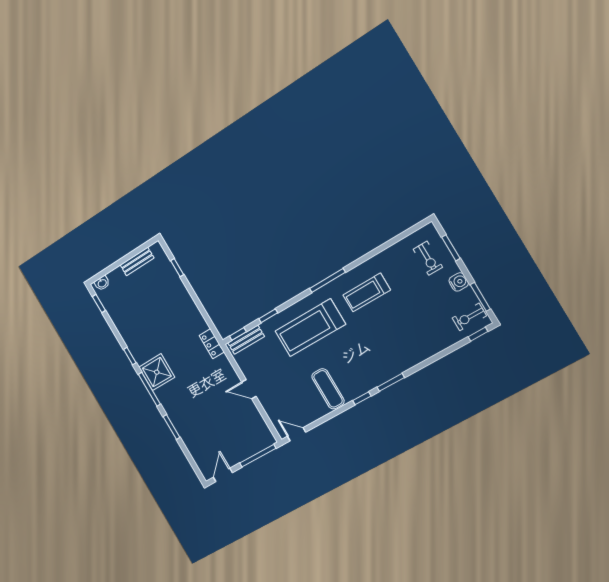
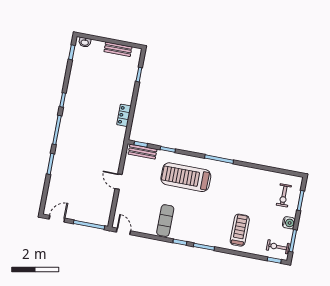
treadmill: (367, 293) -> (240, 230), moved, turned 90
locker: (212, 344) -> (124, 115), moved
shower: (157, 372) -> (71, 124), removed

